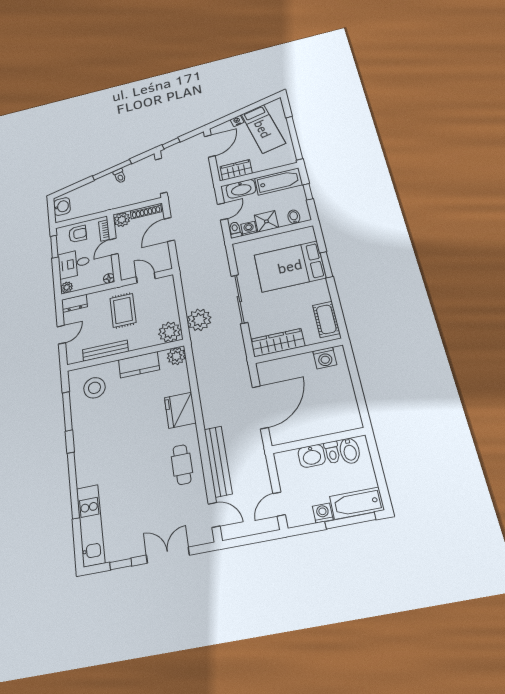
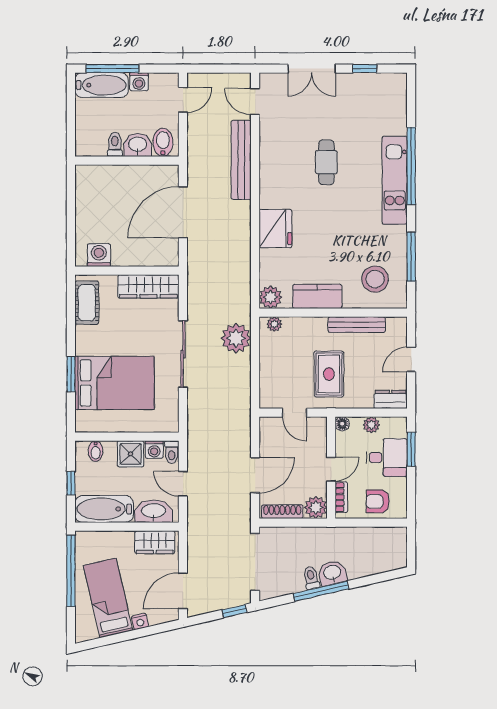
washbasin: (62, 207) -> (332, 573), moved, turned 77
door: (222, 211) -> (183, 484), hinge flipped
window: (54, 247) -> (411, 449), moved
plant: (67, 287) -> (371, 425), moved
plant: (170, 332) -> (274, 324), width x0.53, depth x0.53
bidet: (350, 451) -> (163, 142), moved
cafe table: (182, 465) -> (326, 162), moved
kitchen unit: (91, 525) -> (395, 180), moved

